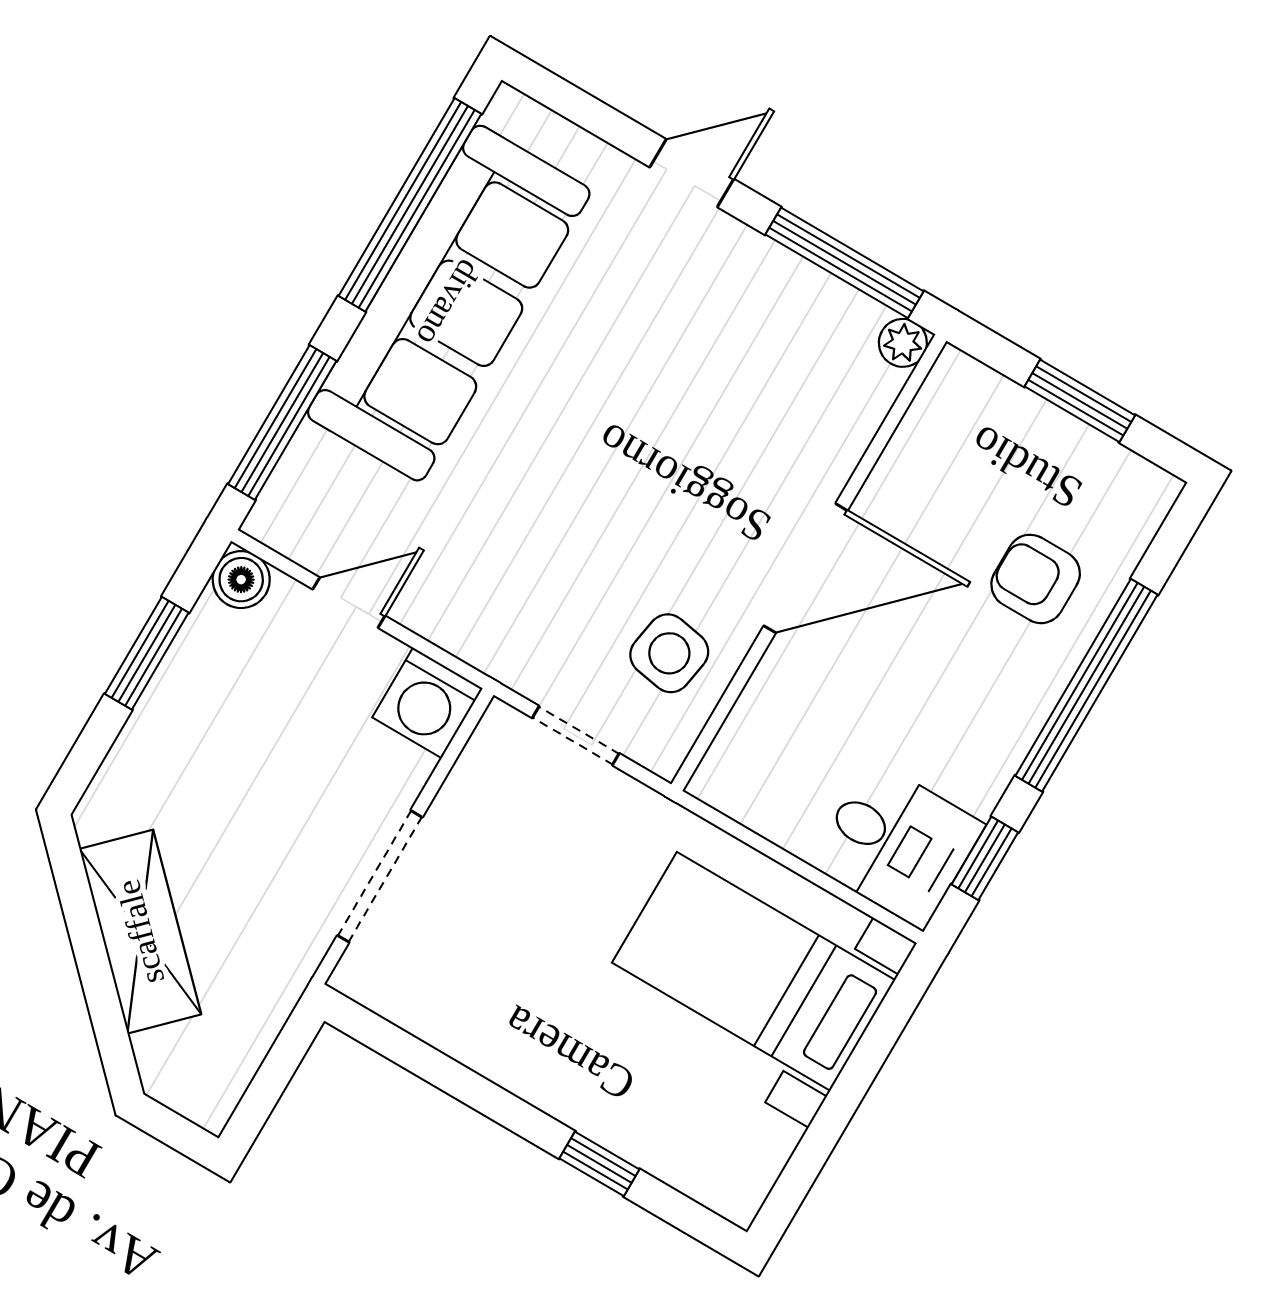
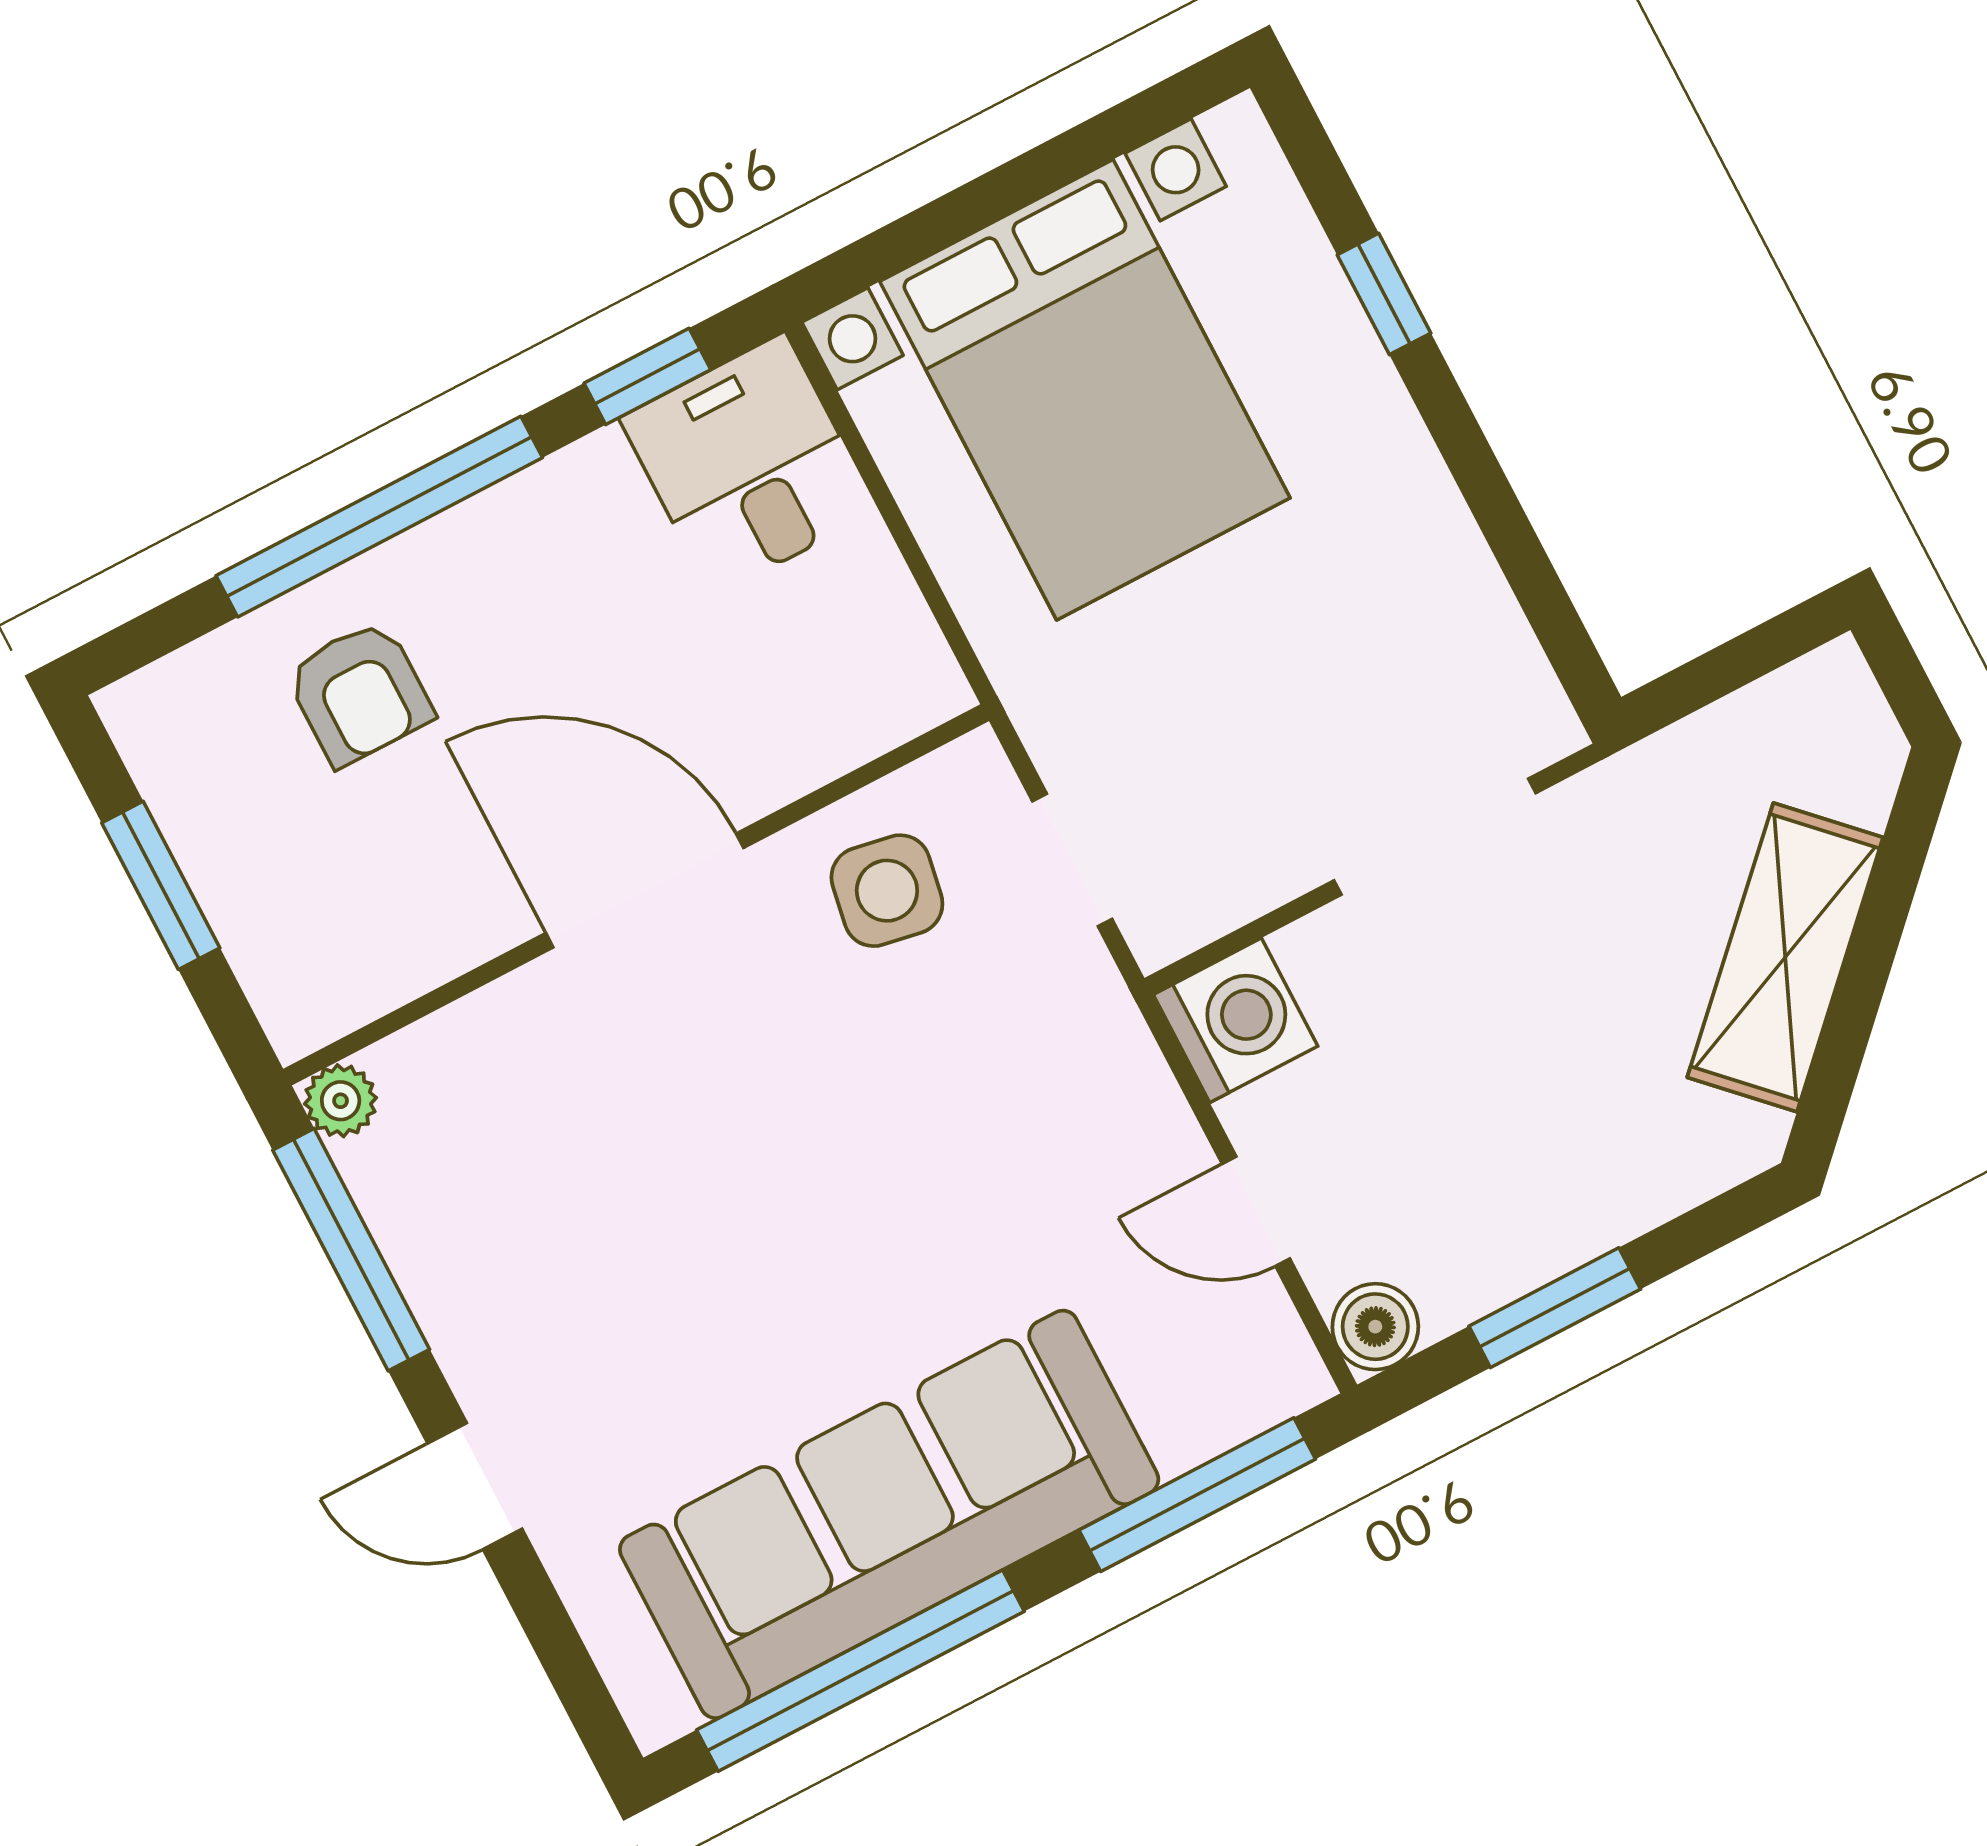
bed with nightstands: (754, 971) -> (1085, 390), width x1.36

